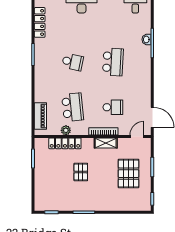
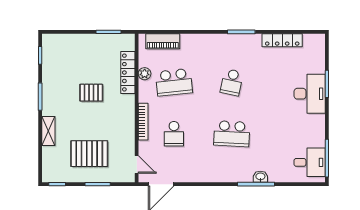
shelving: (106, 143) -> (48, 131), moved

